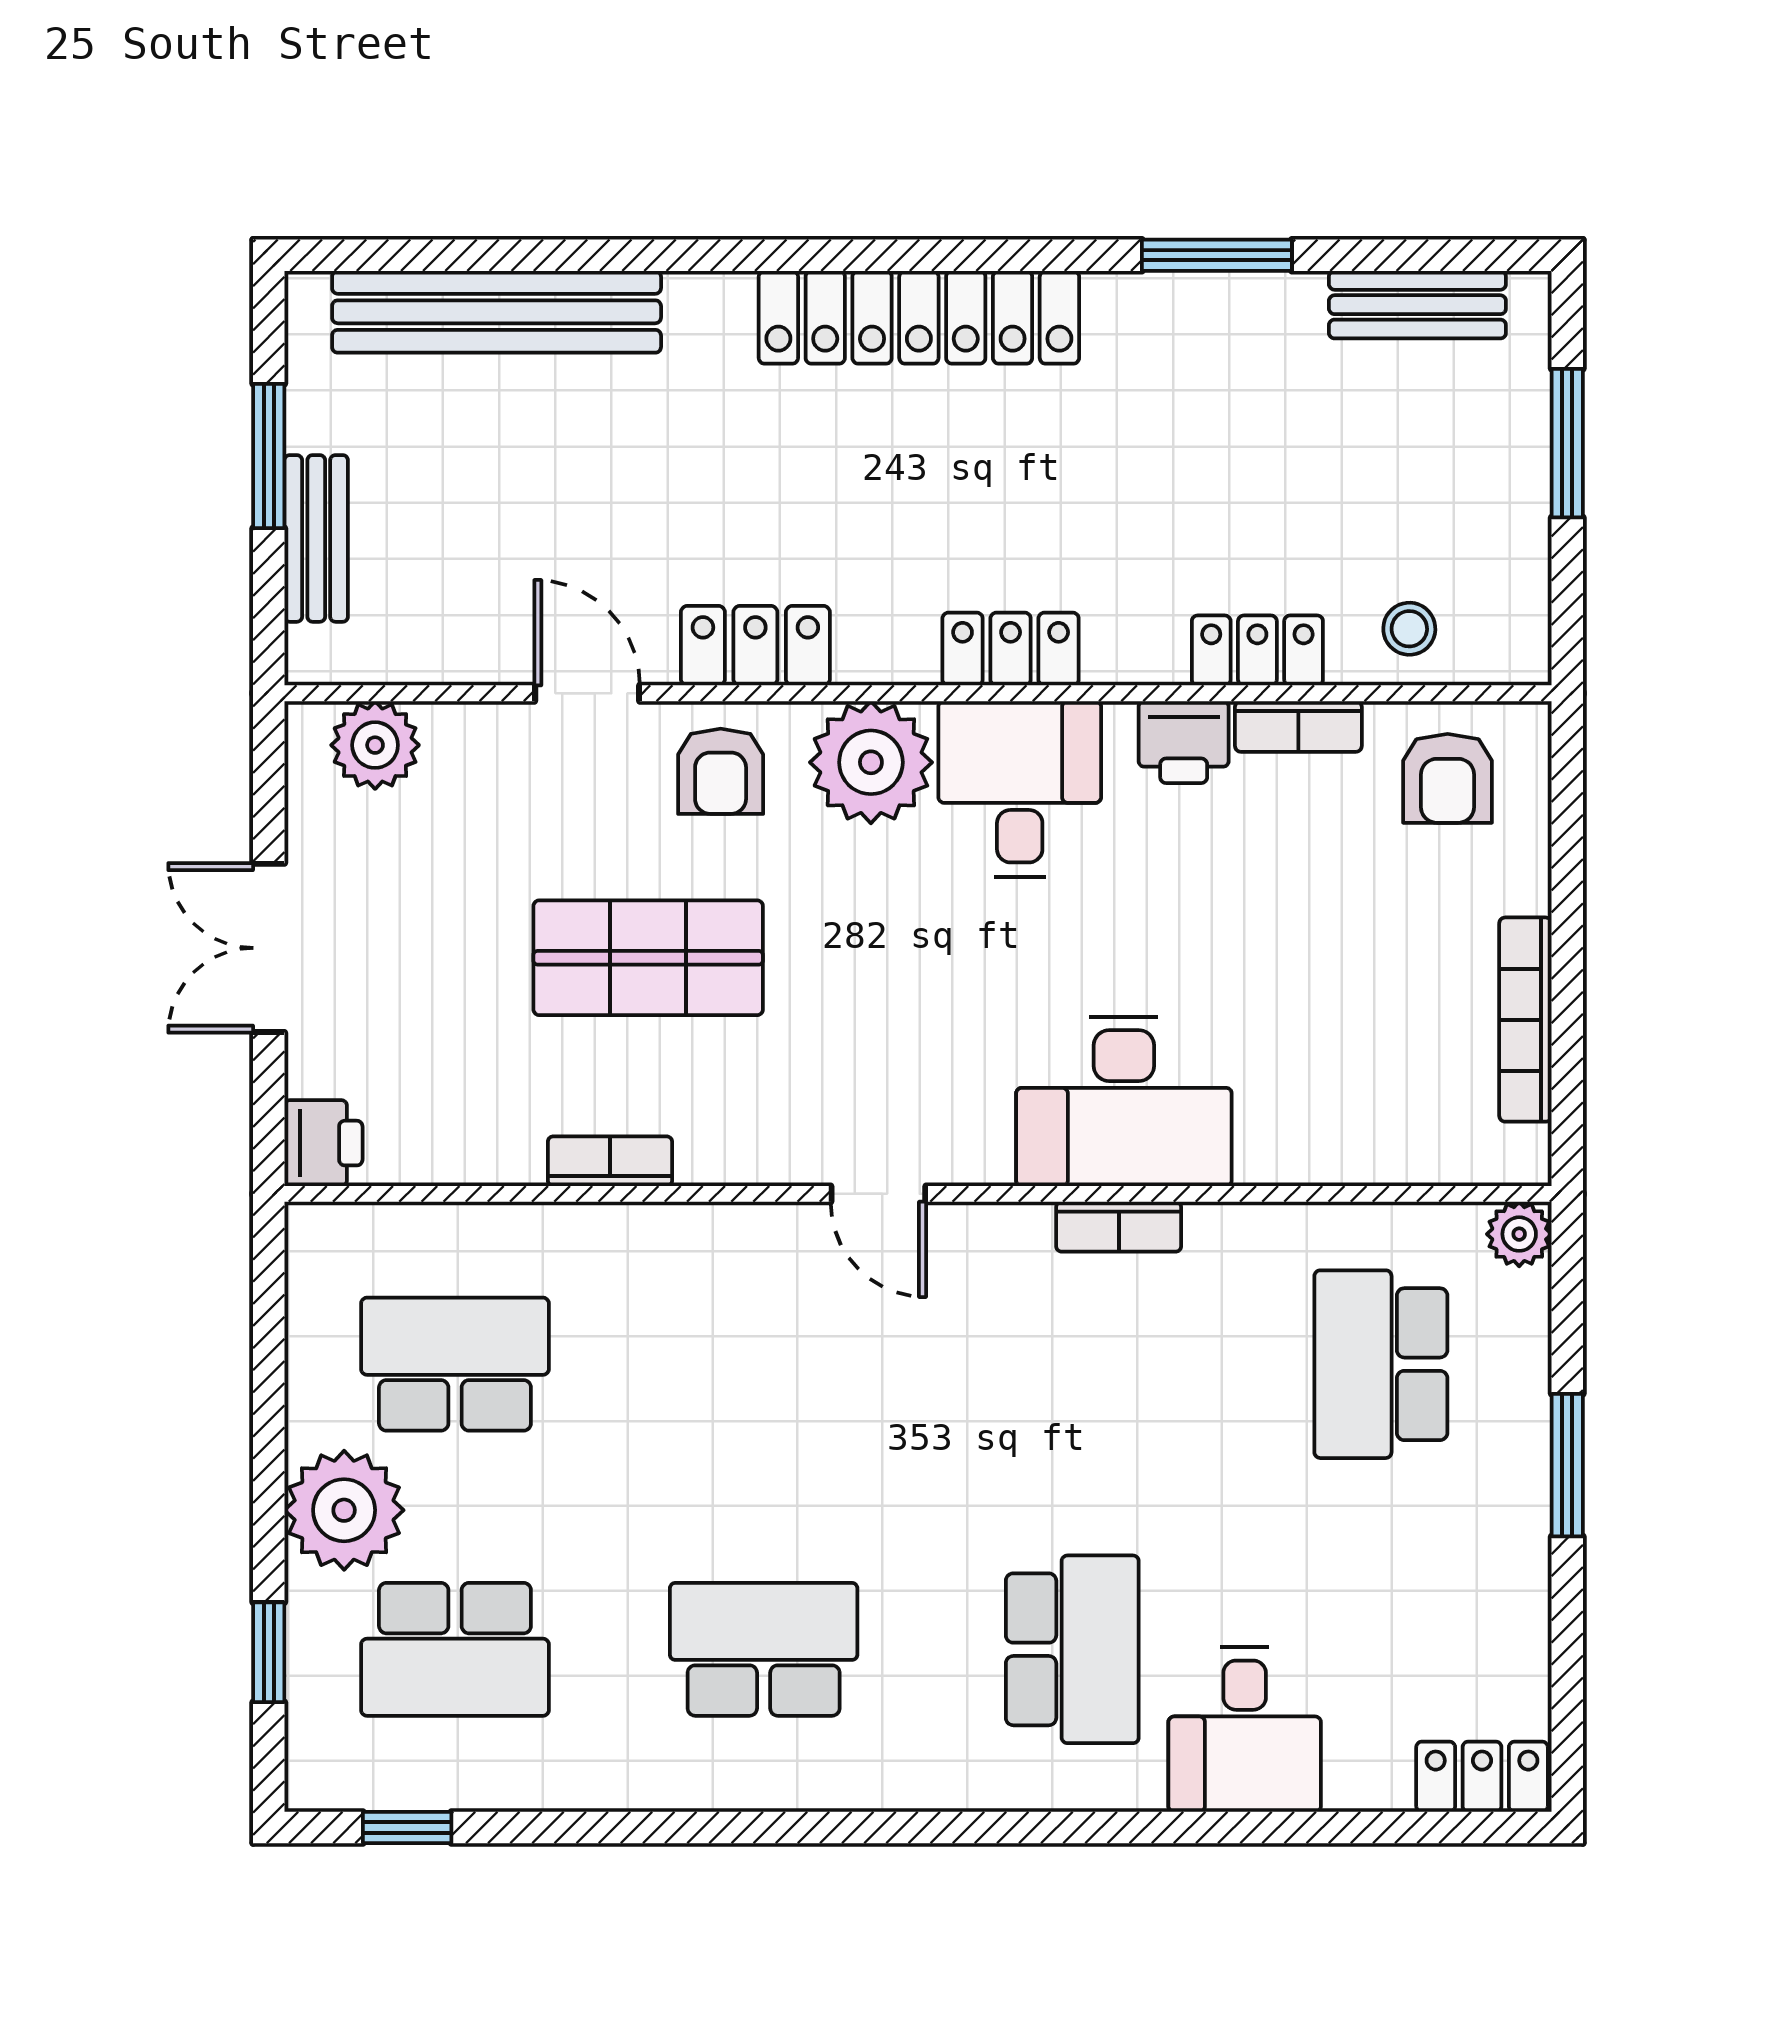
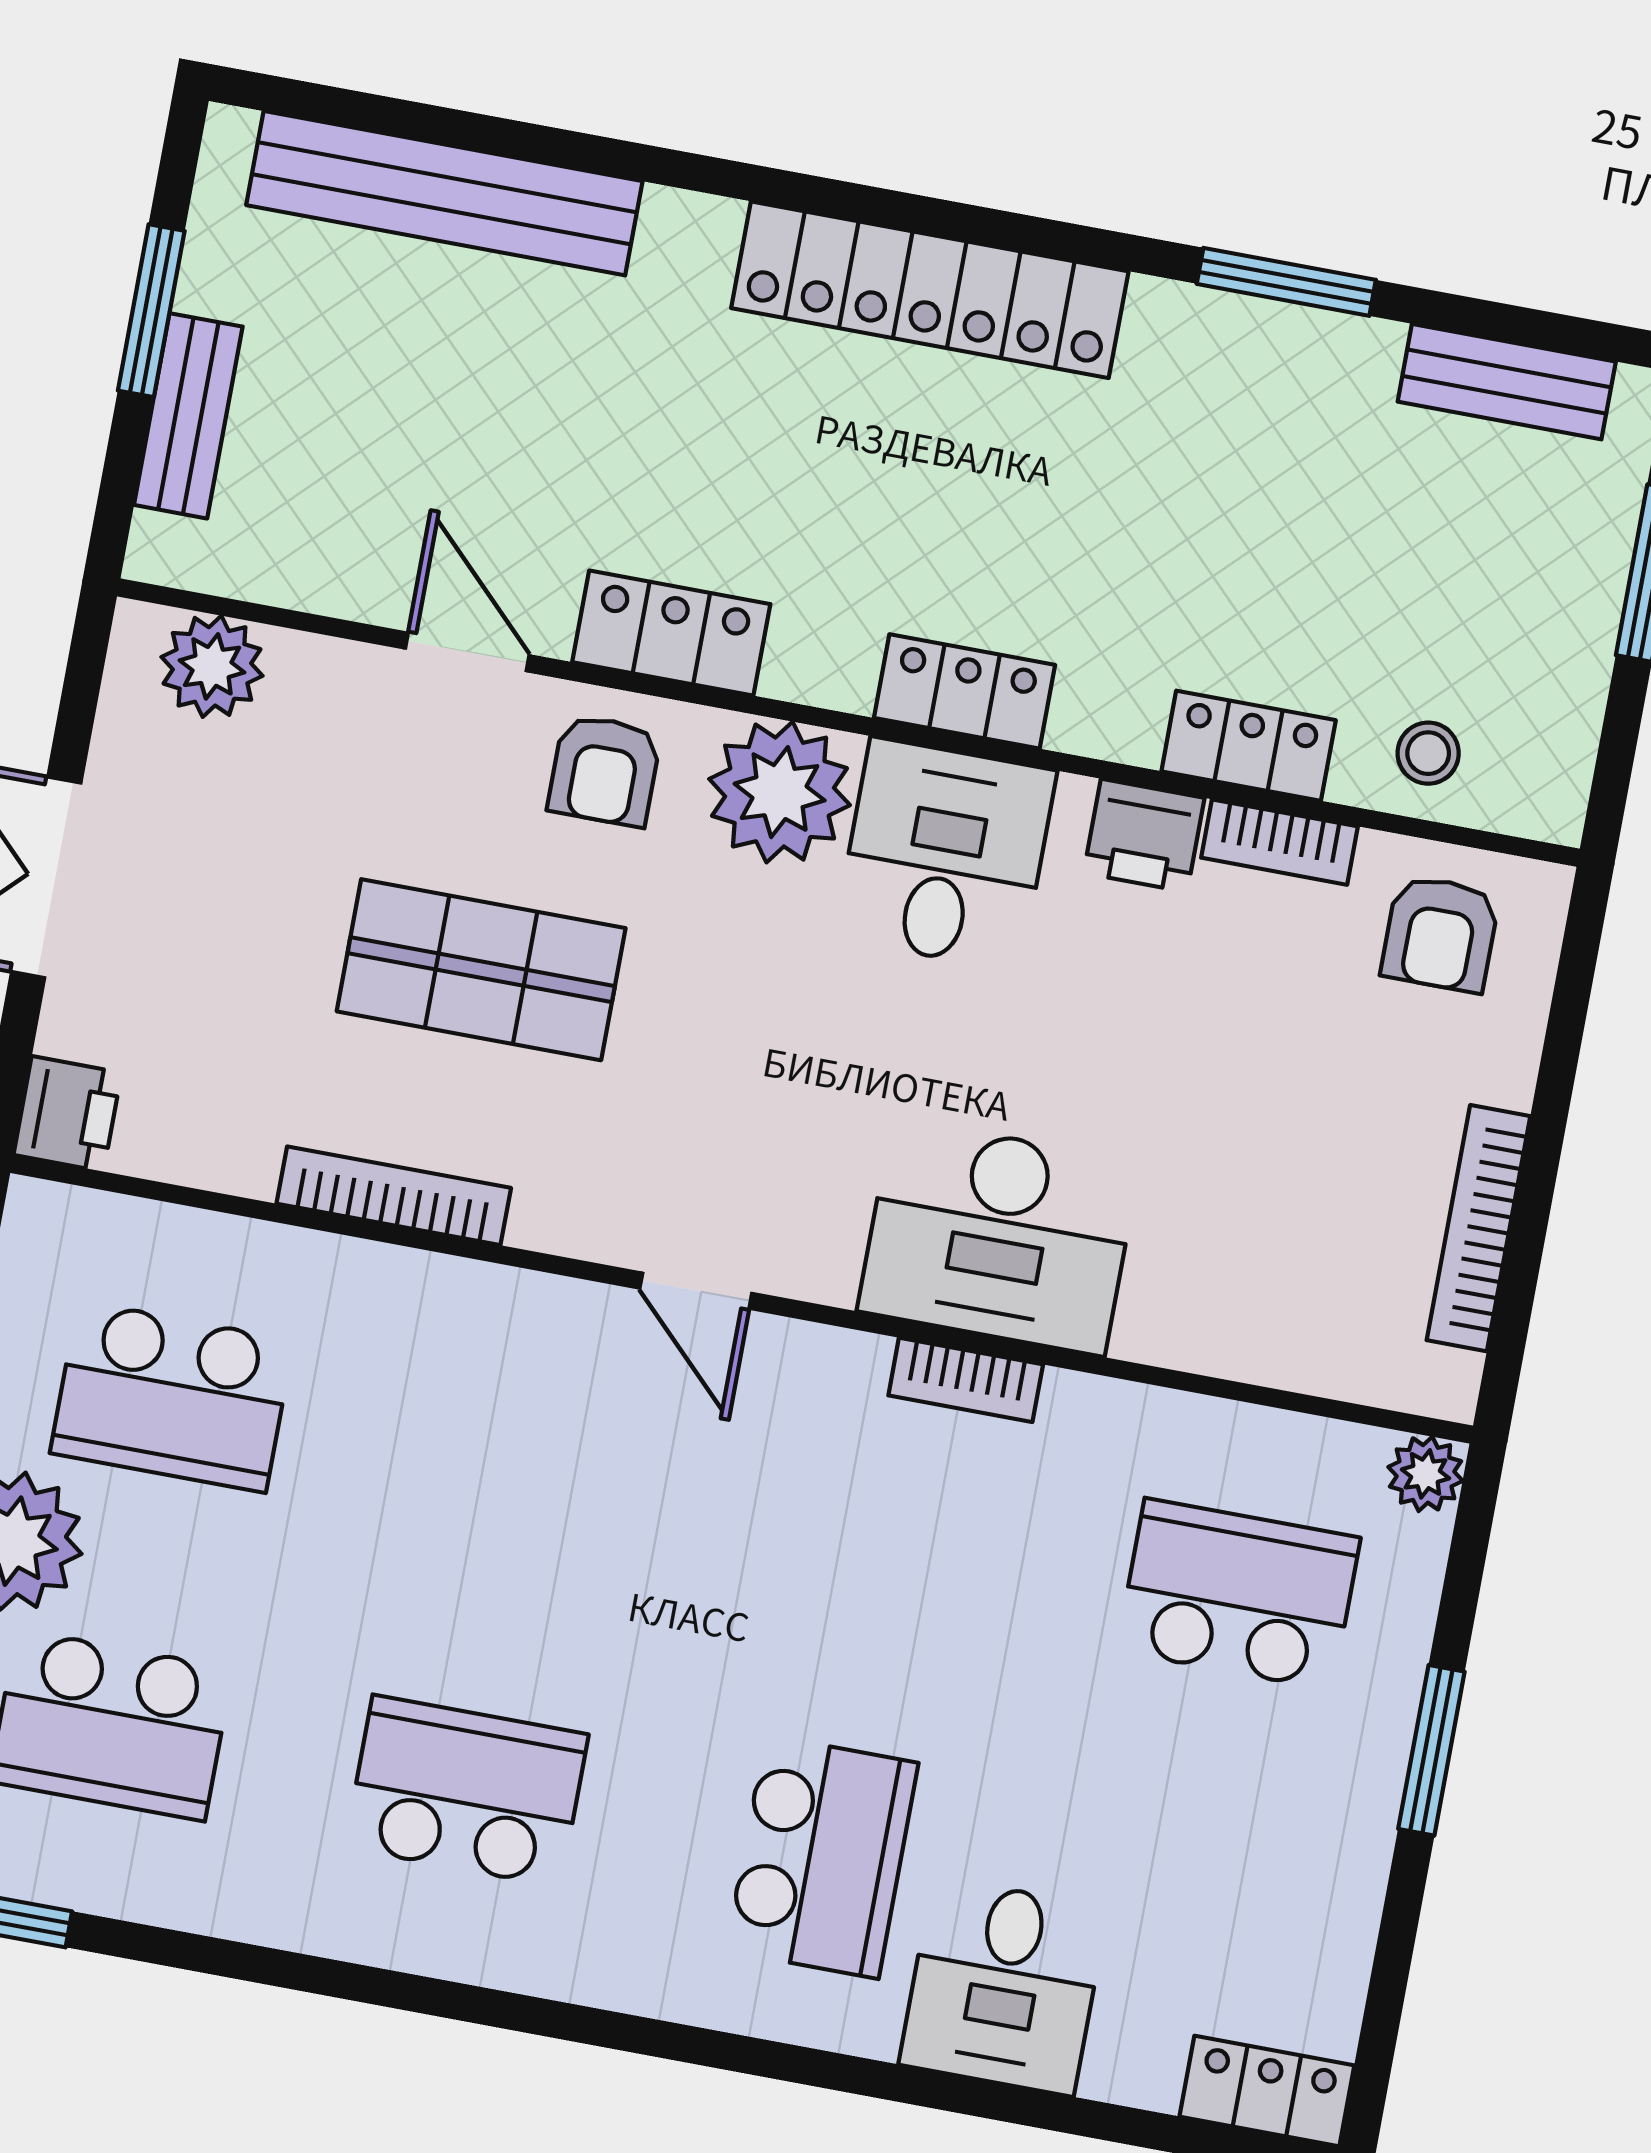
bookcase: (610, 1161) -> (394, 1196), width x1.56
school desk: (455, 1364) -> (172, 1397), turned 180
school desk: (1381, 1364) -> (1238, 1594), turned 90

